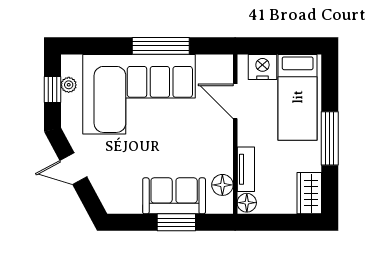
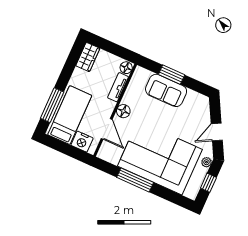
plant: (69, 85) -> (206, 162), moved
window: (330, 138) -> (52, 105), moved
door: (73, 169) -> (217, 132), swing flipped
floor lamp: (222, 185) -> (123, 111), moved

